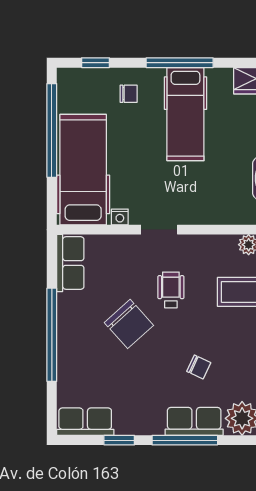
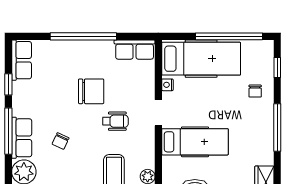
hospital bed: (185, 114) -> (195, 142), moved, turned 180
chair: (129, 324) -> (91, 91), turned -138

